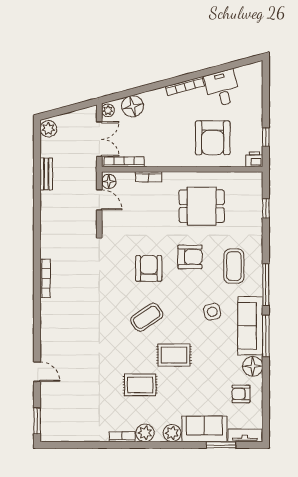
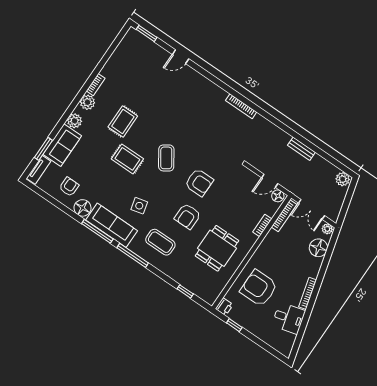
bench: (46, 174) -> (301, 149), moved
rug: (174, 355) -> (127, 159), turned 90

